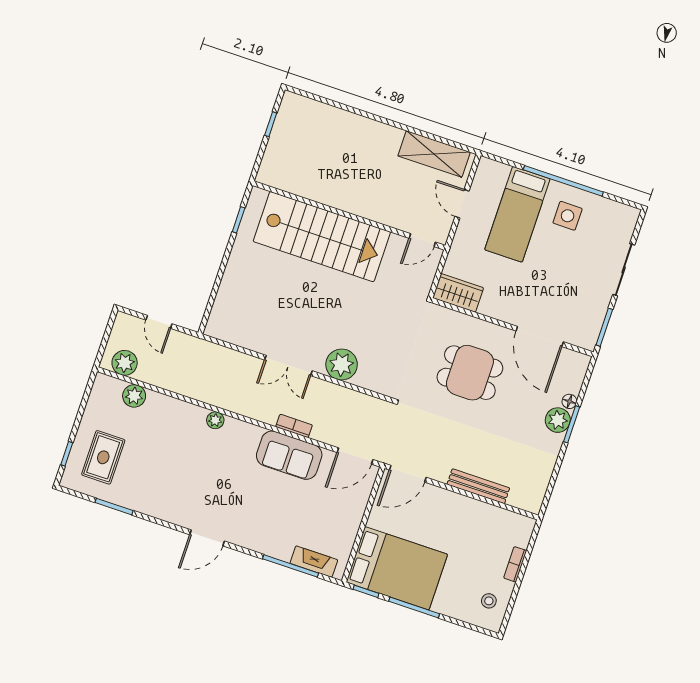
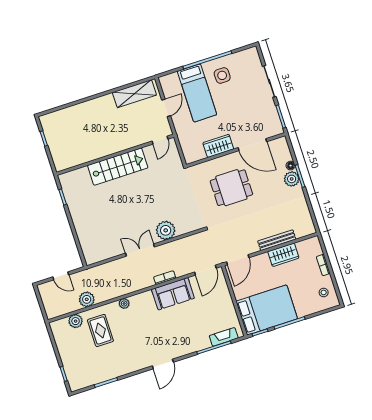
door: (462, 204) -> (166, 108), swing flipped
stairs: (322, 237) -> (118, 167), width x0.73, depth x0.66
wardrobe: (458, 293) -> (218, 146), moved
plant: (125, 363) -> (87, 299), moved
double door: (288, 365) -> (140, 250), swing flipped
rug: (103, 457) -> (100, 330), moved
wardrobe: (473, 512) -> (283, 255), added

